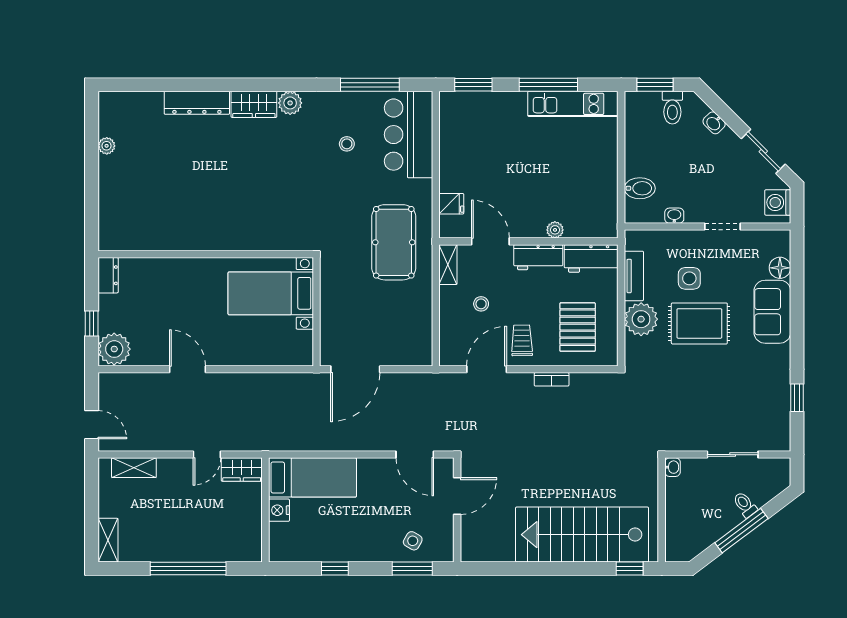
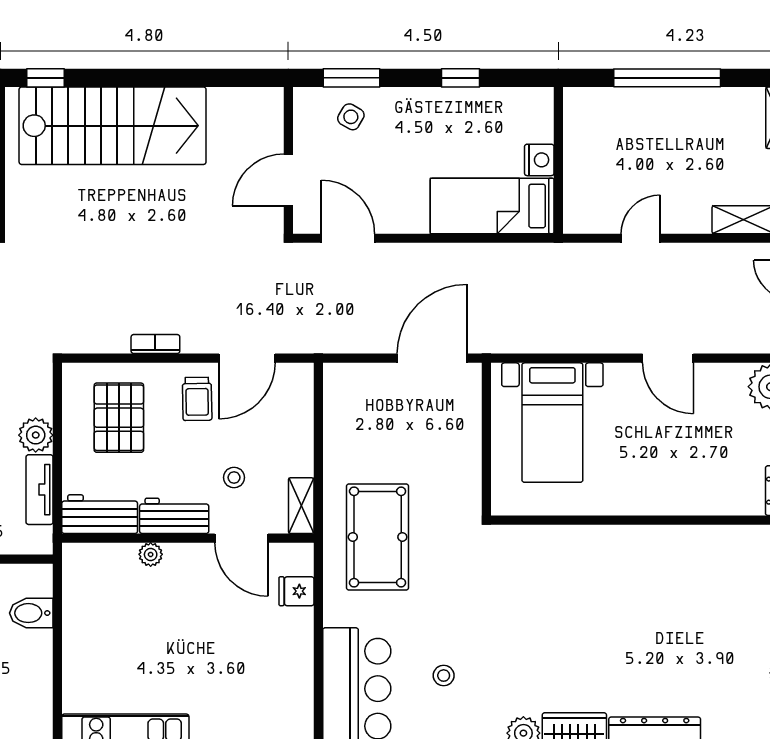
bed with nightstands: (271, 293) -> (552, 423), moved, turned 90
stool: (481, 304) -> (234, 477), moved
plant: (641, 319) -> (36, 435), width x0.73, depth x0.73
wardrobe: (242, 470) -> (592, 217), removed

